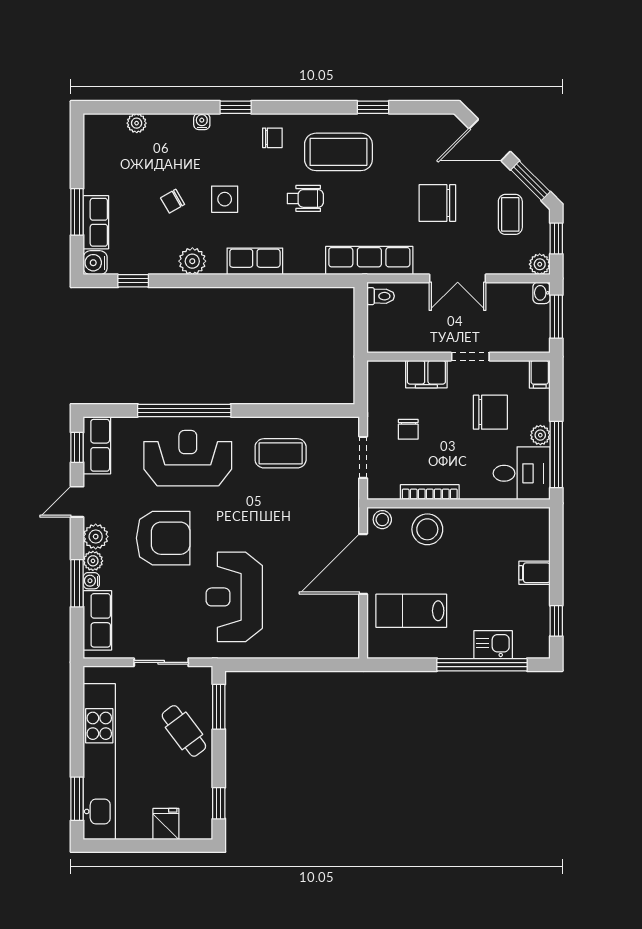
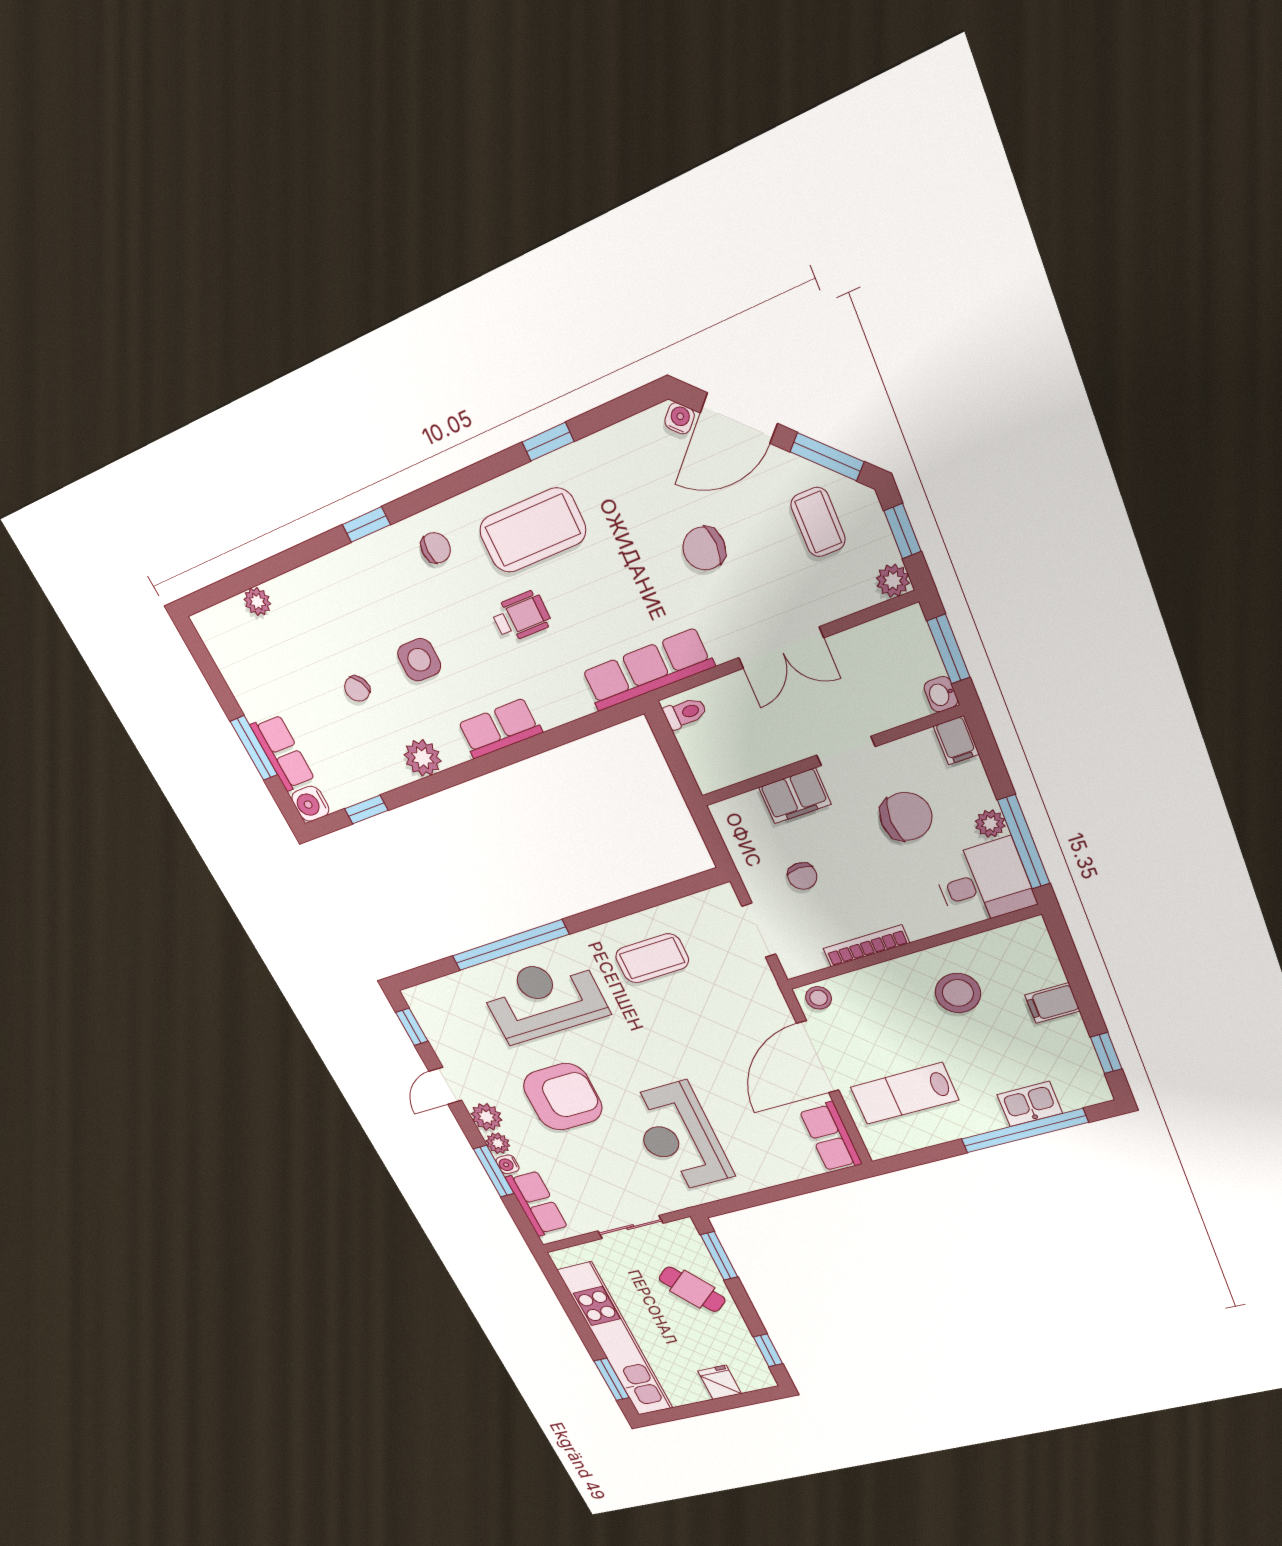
water cooler: (202, 121) -> (680, 418), moved, turned 45
chair: (437, 203) -> (704, 549), width x0.73, depth x0.73
washbasin: (541, 293) -> (941, 694), moved
row of seats: (97, 445) -> (831, 1137), moved, turned 180
stool: (427, 529) -> (958, 993), moved

